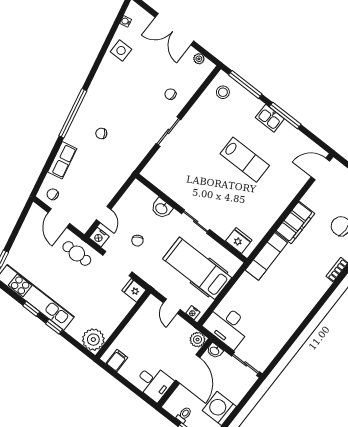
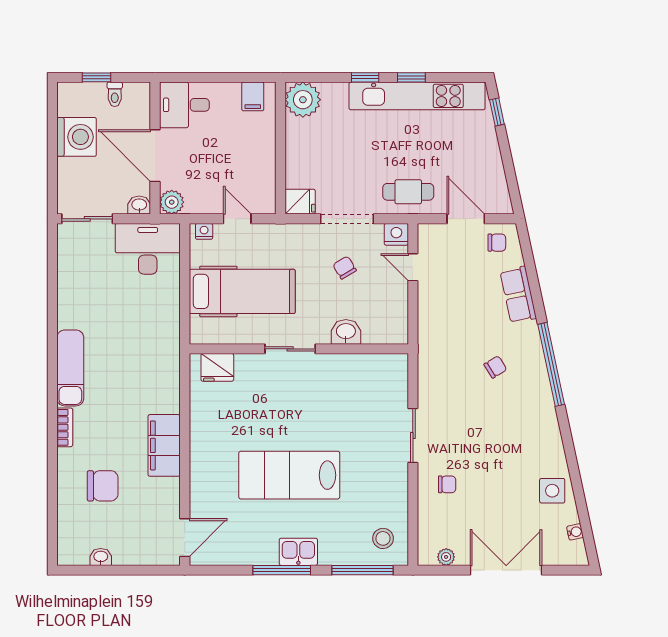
lab bench: (245, 160) -> (289, 475), width x1.36, depth x1.39
exam couch: (266, 256) -> (70, 368), moved, turned 180

